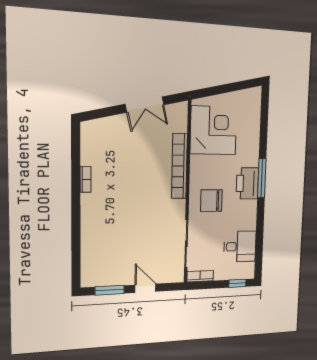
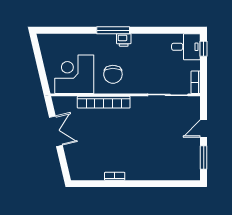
printer: (247, 183) -> (124, 40), width x0.53, depth x0.68
chair: (211, 201) -> (113, 74), moved
desk: (240, 246) -> (186, 47), moved, turned 90

